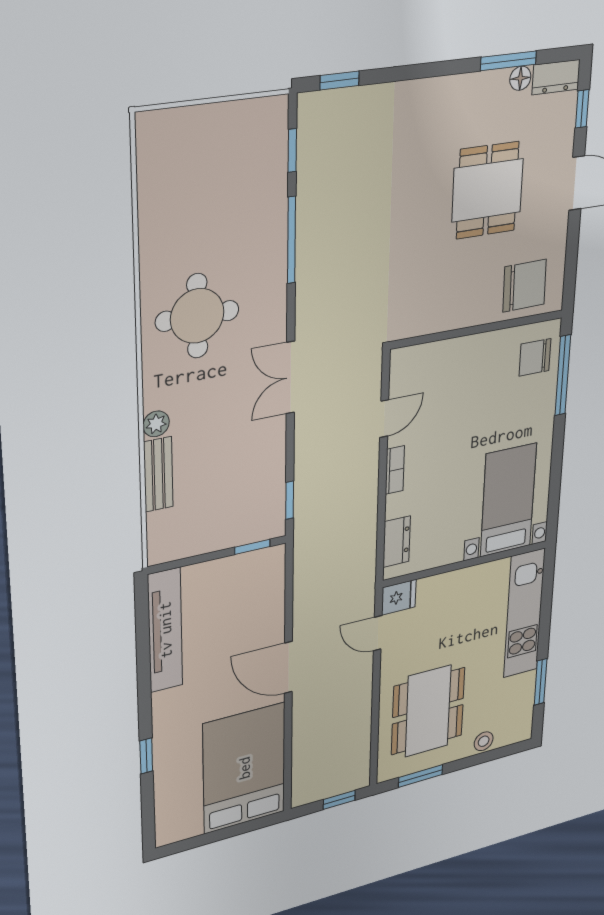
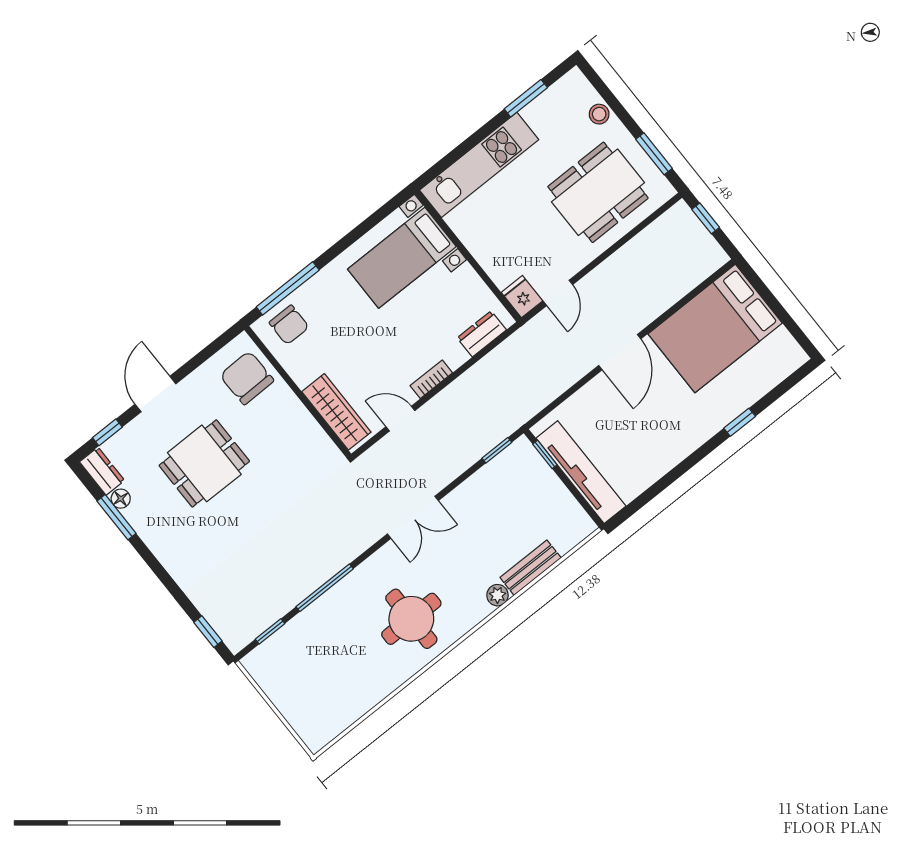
wardrobe: (435, 357) -> (336, 412), added
tv unit: (165, 630) -> (581, 472), moved, turned 90

